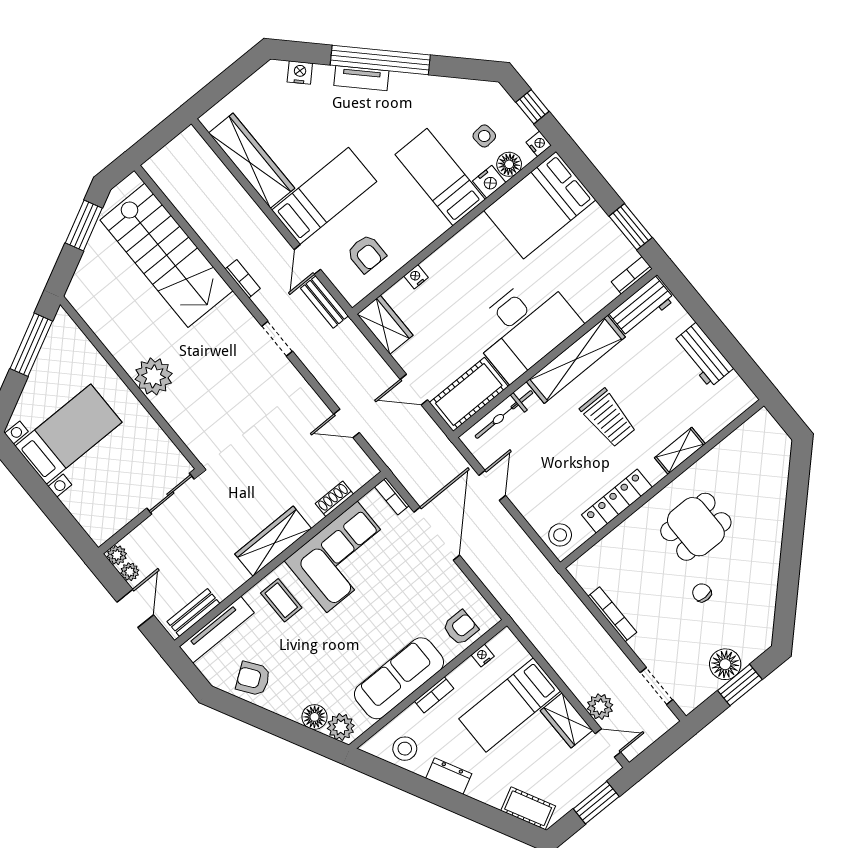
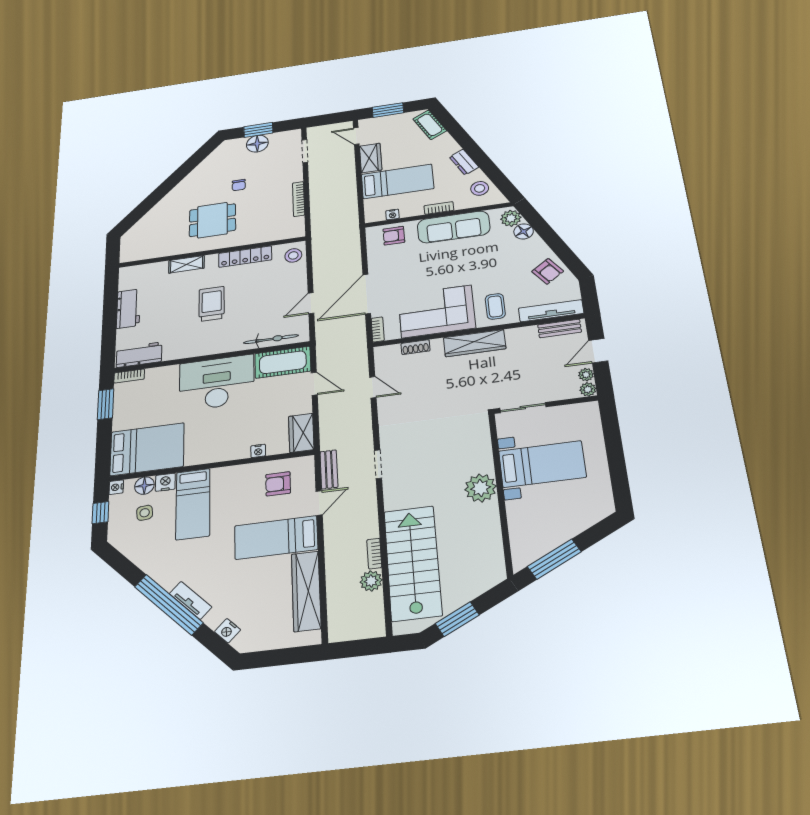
armchair: (366, 254) -> (278, 484), turned -90
bookcase: (243, 279) -> (374, 554), moved
shelving: (576, 359) -> (202, 347), removed
bed with nightstands: (69, 434) -> (542, 464), moved, turned 180
plant: (600, 707) -> (371, 581), moved

